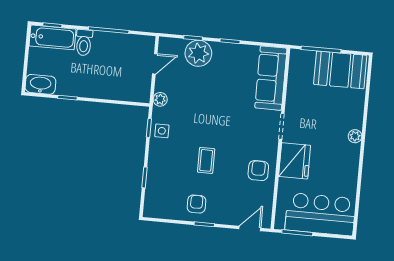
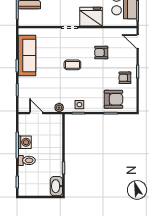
bathtub: (52, 37) -> (25, 181), removed
washing machine: (112, 42) -> (25, 142), added
plant: (198, 53) -> (27, 85), removed
sofa: (271, 78) -> (27, 56), moved, turned -90
coffee table: (206, 160) -> (72, 65), moved
armchair: (258, 171) -> (101, 53), moved
armchair: (165, 184) -> (113, 99), added

